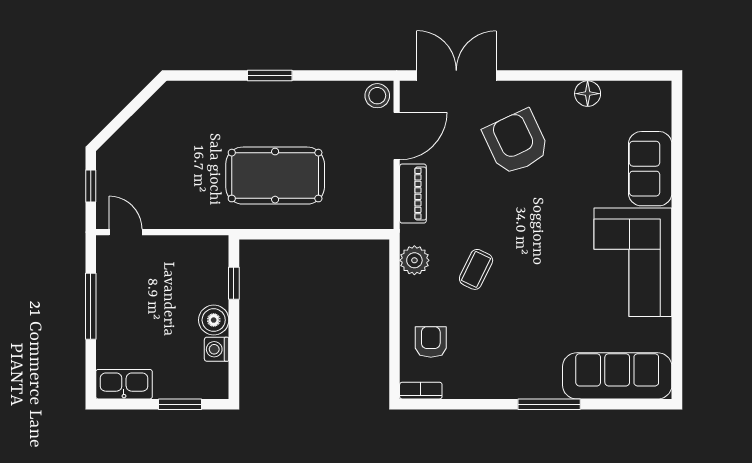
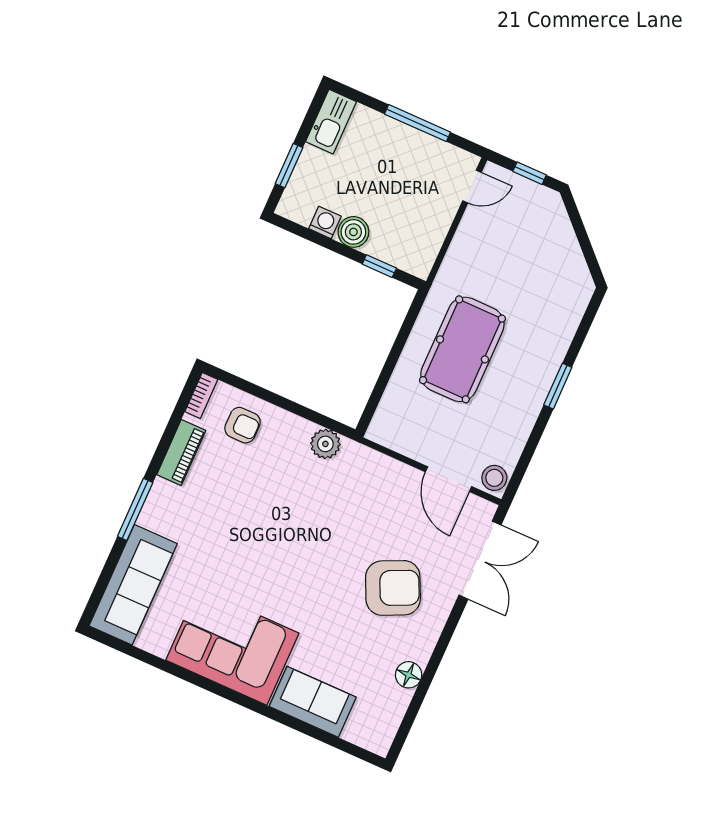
piano: (413, 194) -> (181, 452), moved, turned -90
coffee table: (476, 269) -> (291, 498), removed

